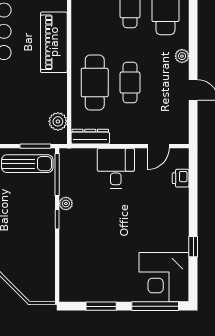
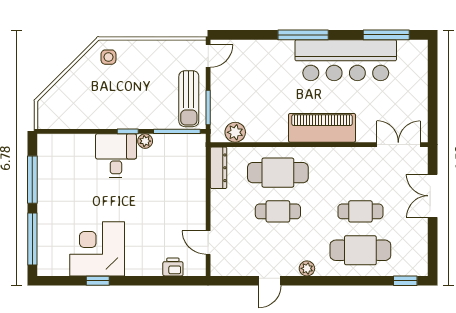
desk: (116, 168) -> (116, 156), moved, turned -90
corner desk: (164, 277) -> (97, 249), moved
window: (101, 306) -> (32, 180), width x1.44

